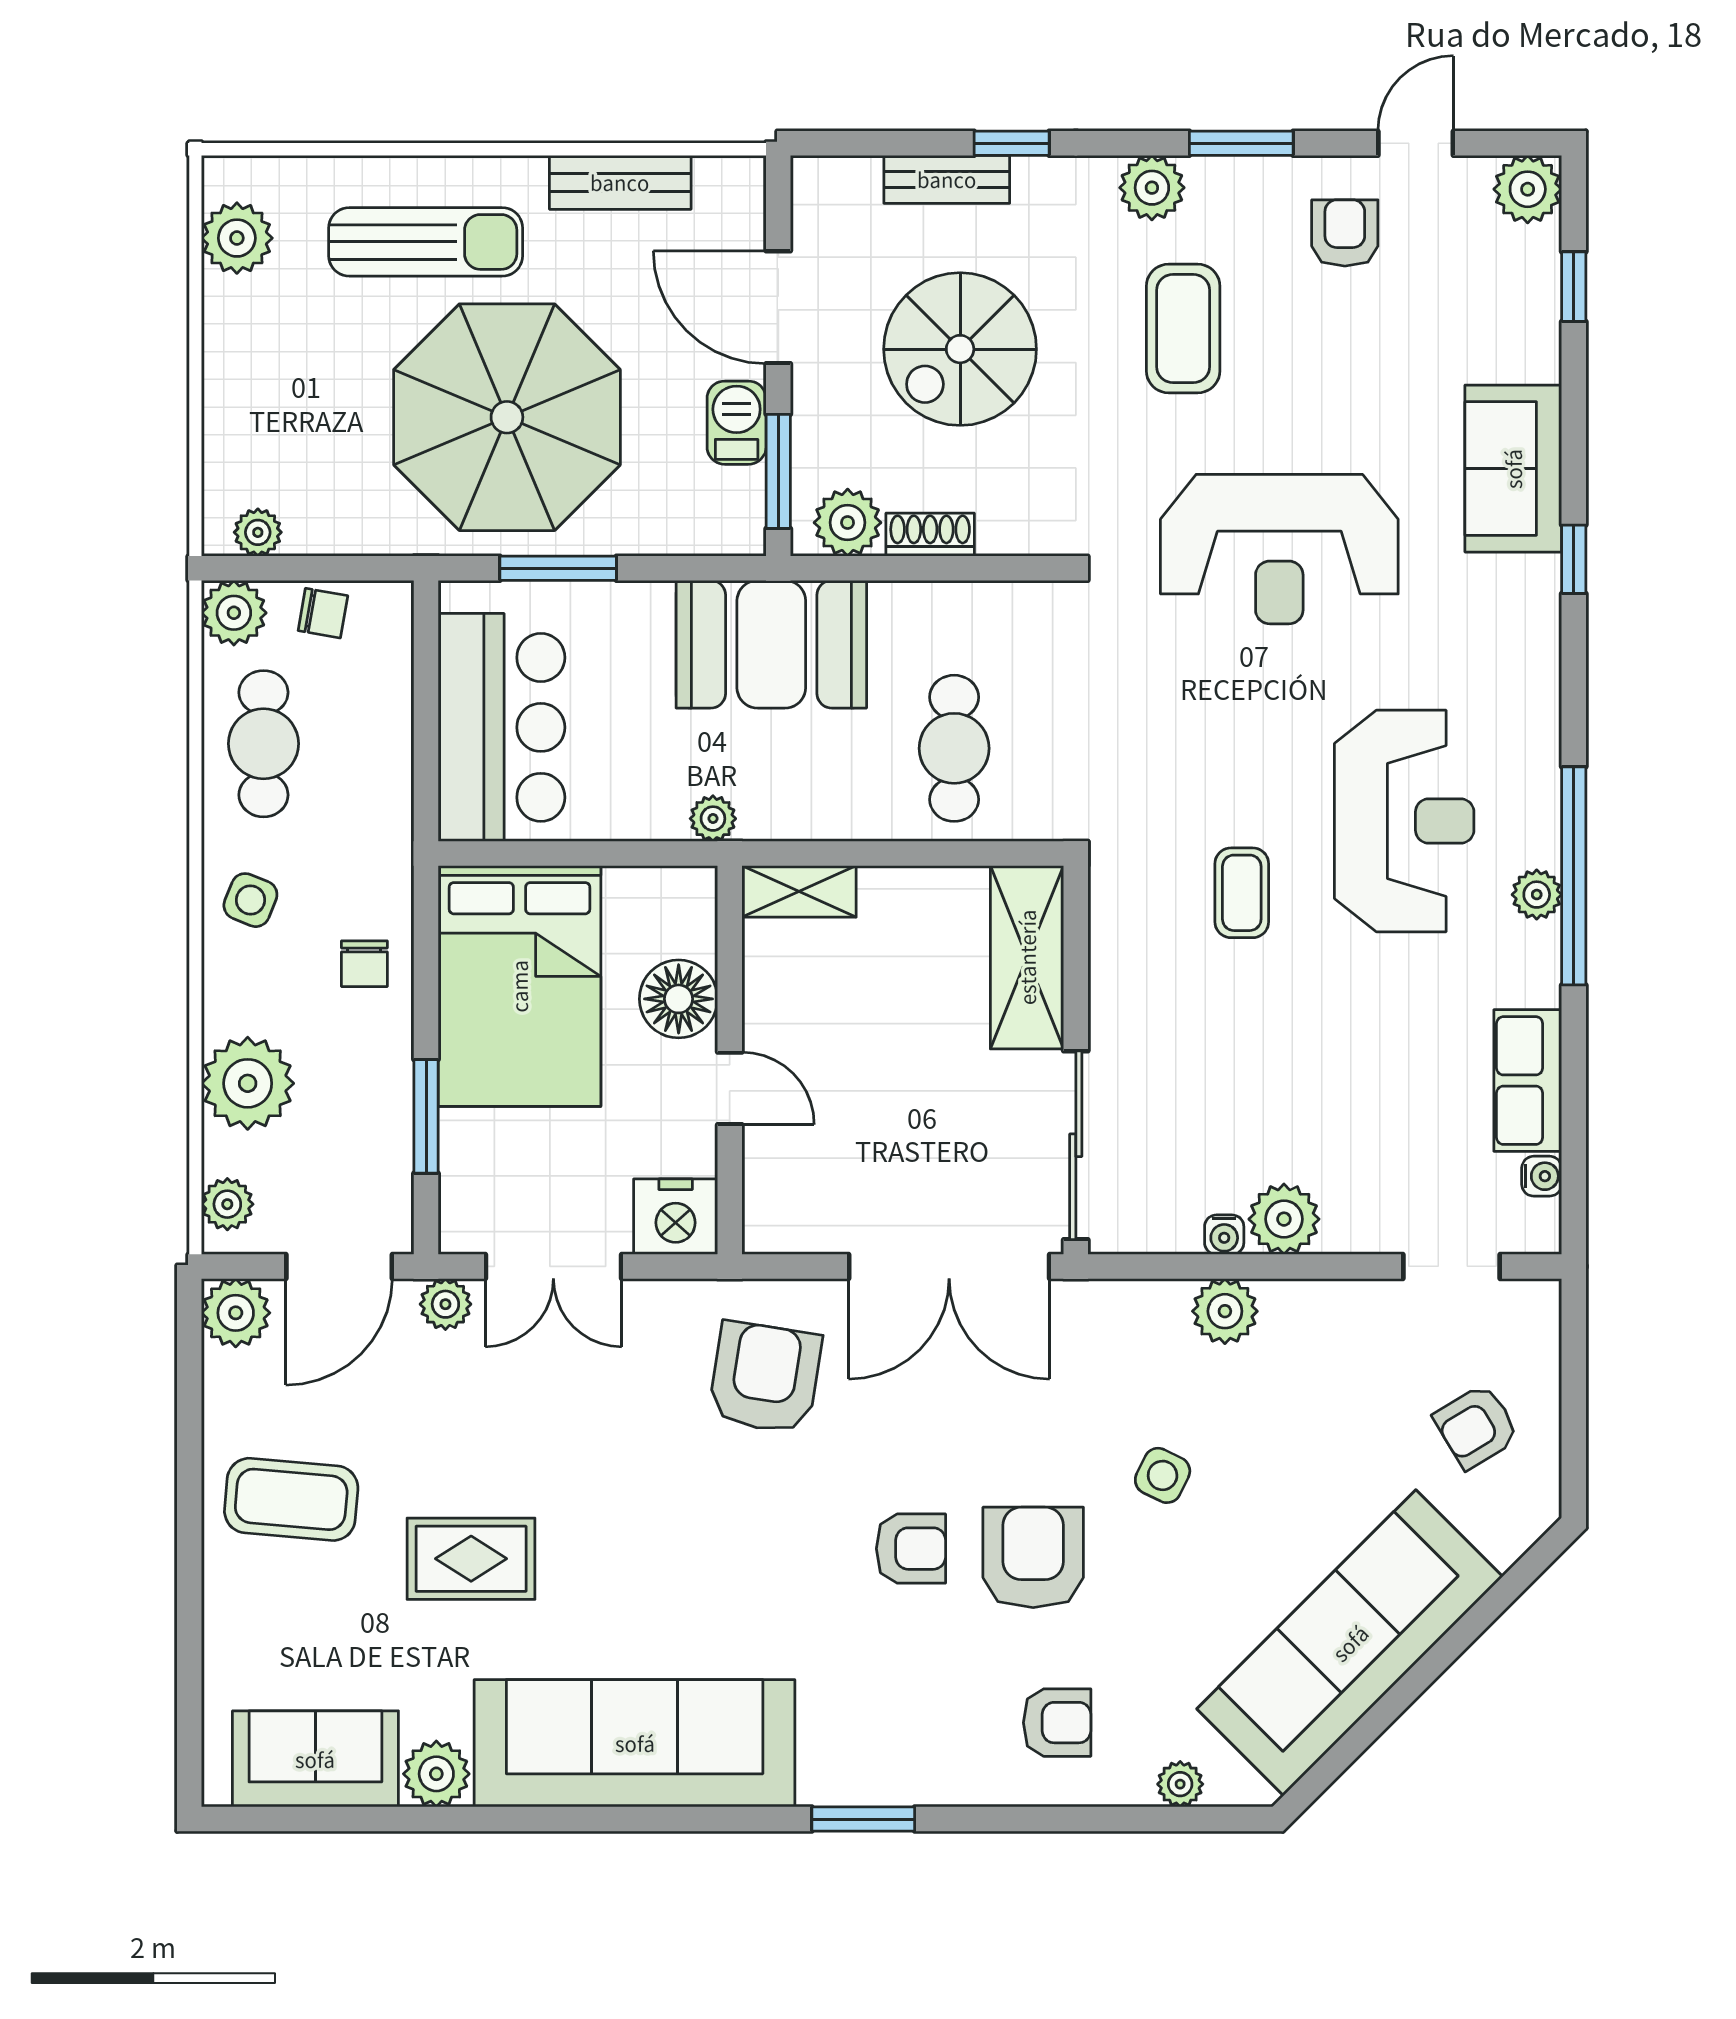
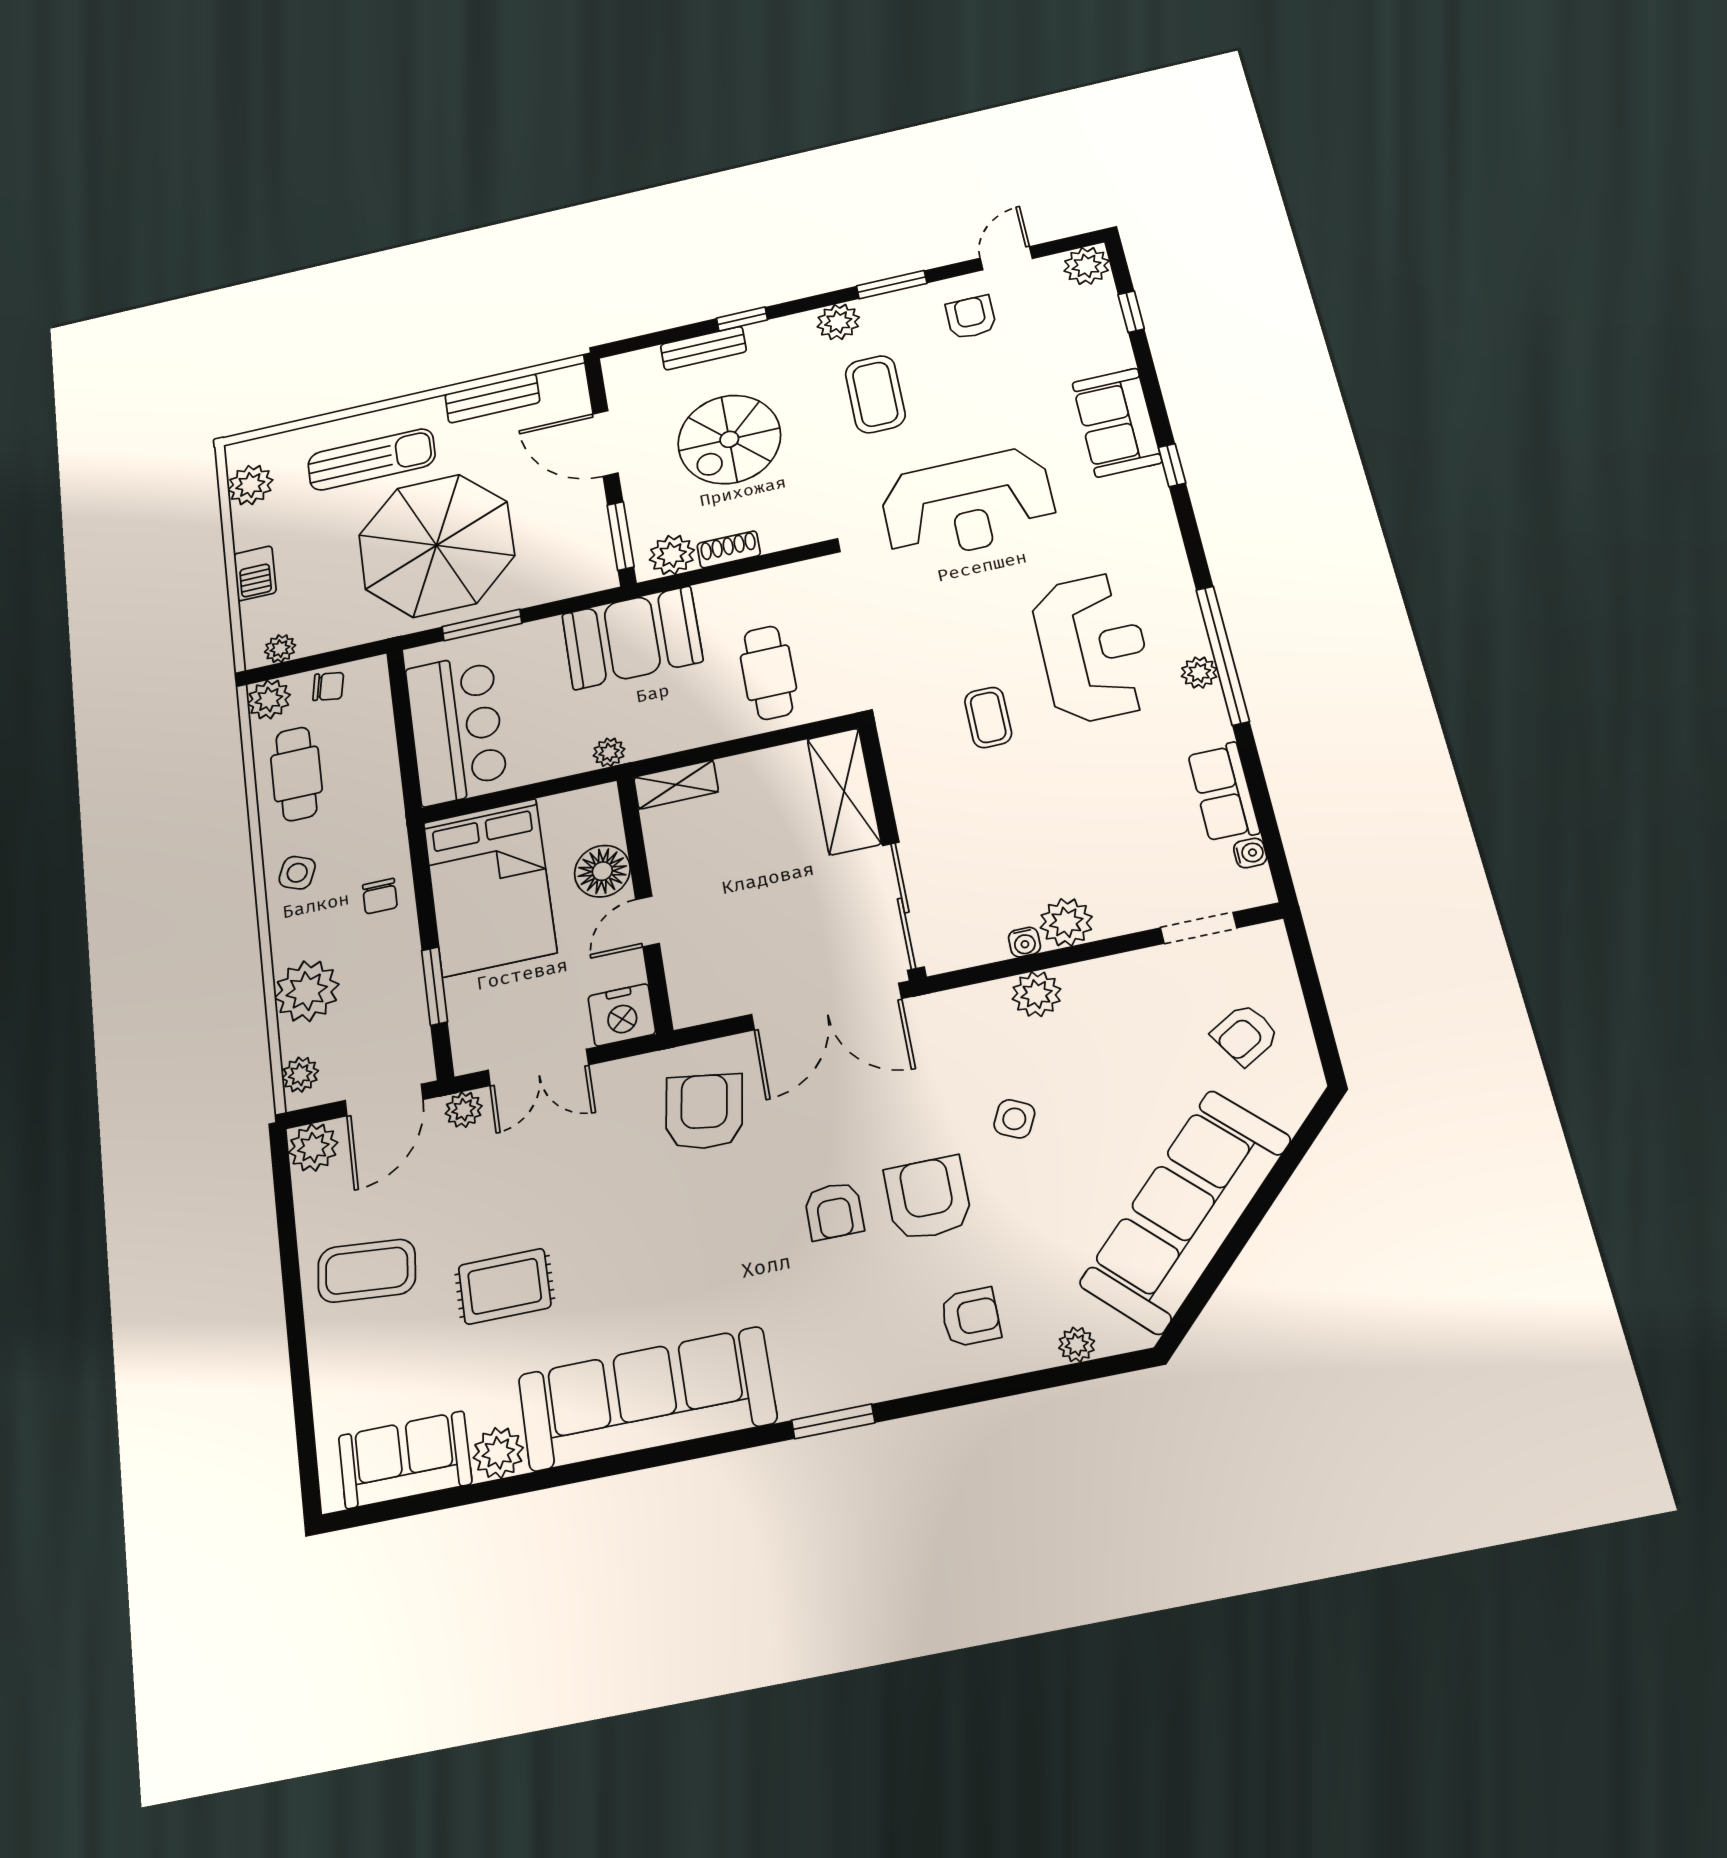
barbecue: (737, 423) -> (255, 573), moved, turned 180
door: (730, 1088) -> (647, 921), swing flipped
armchair: (911, 1549) -> (834, 1211), turned 90

